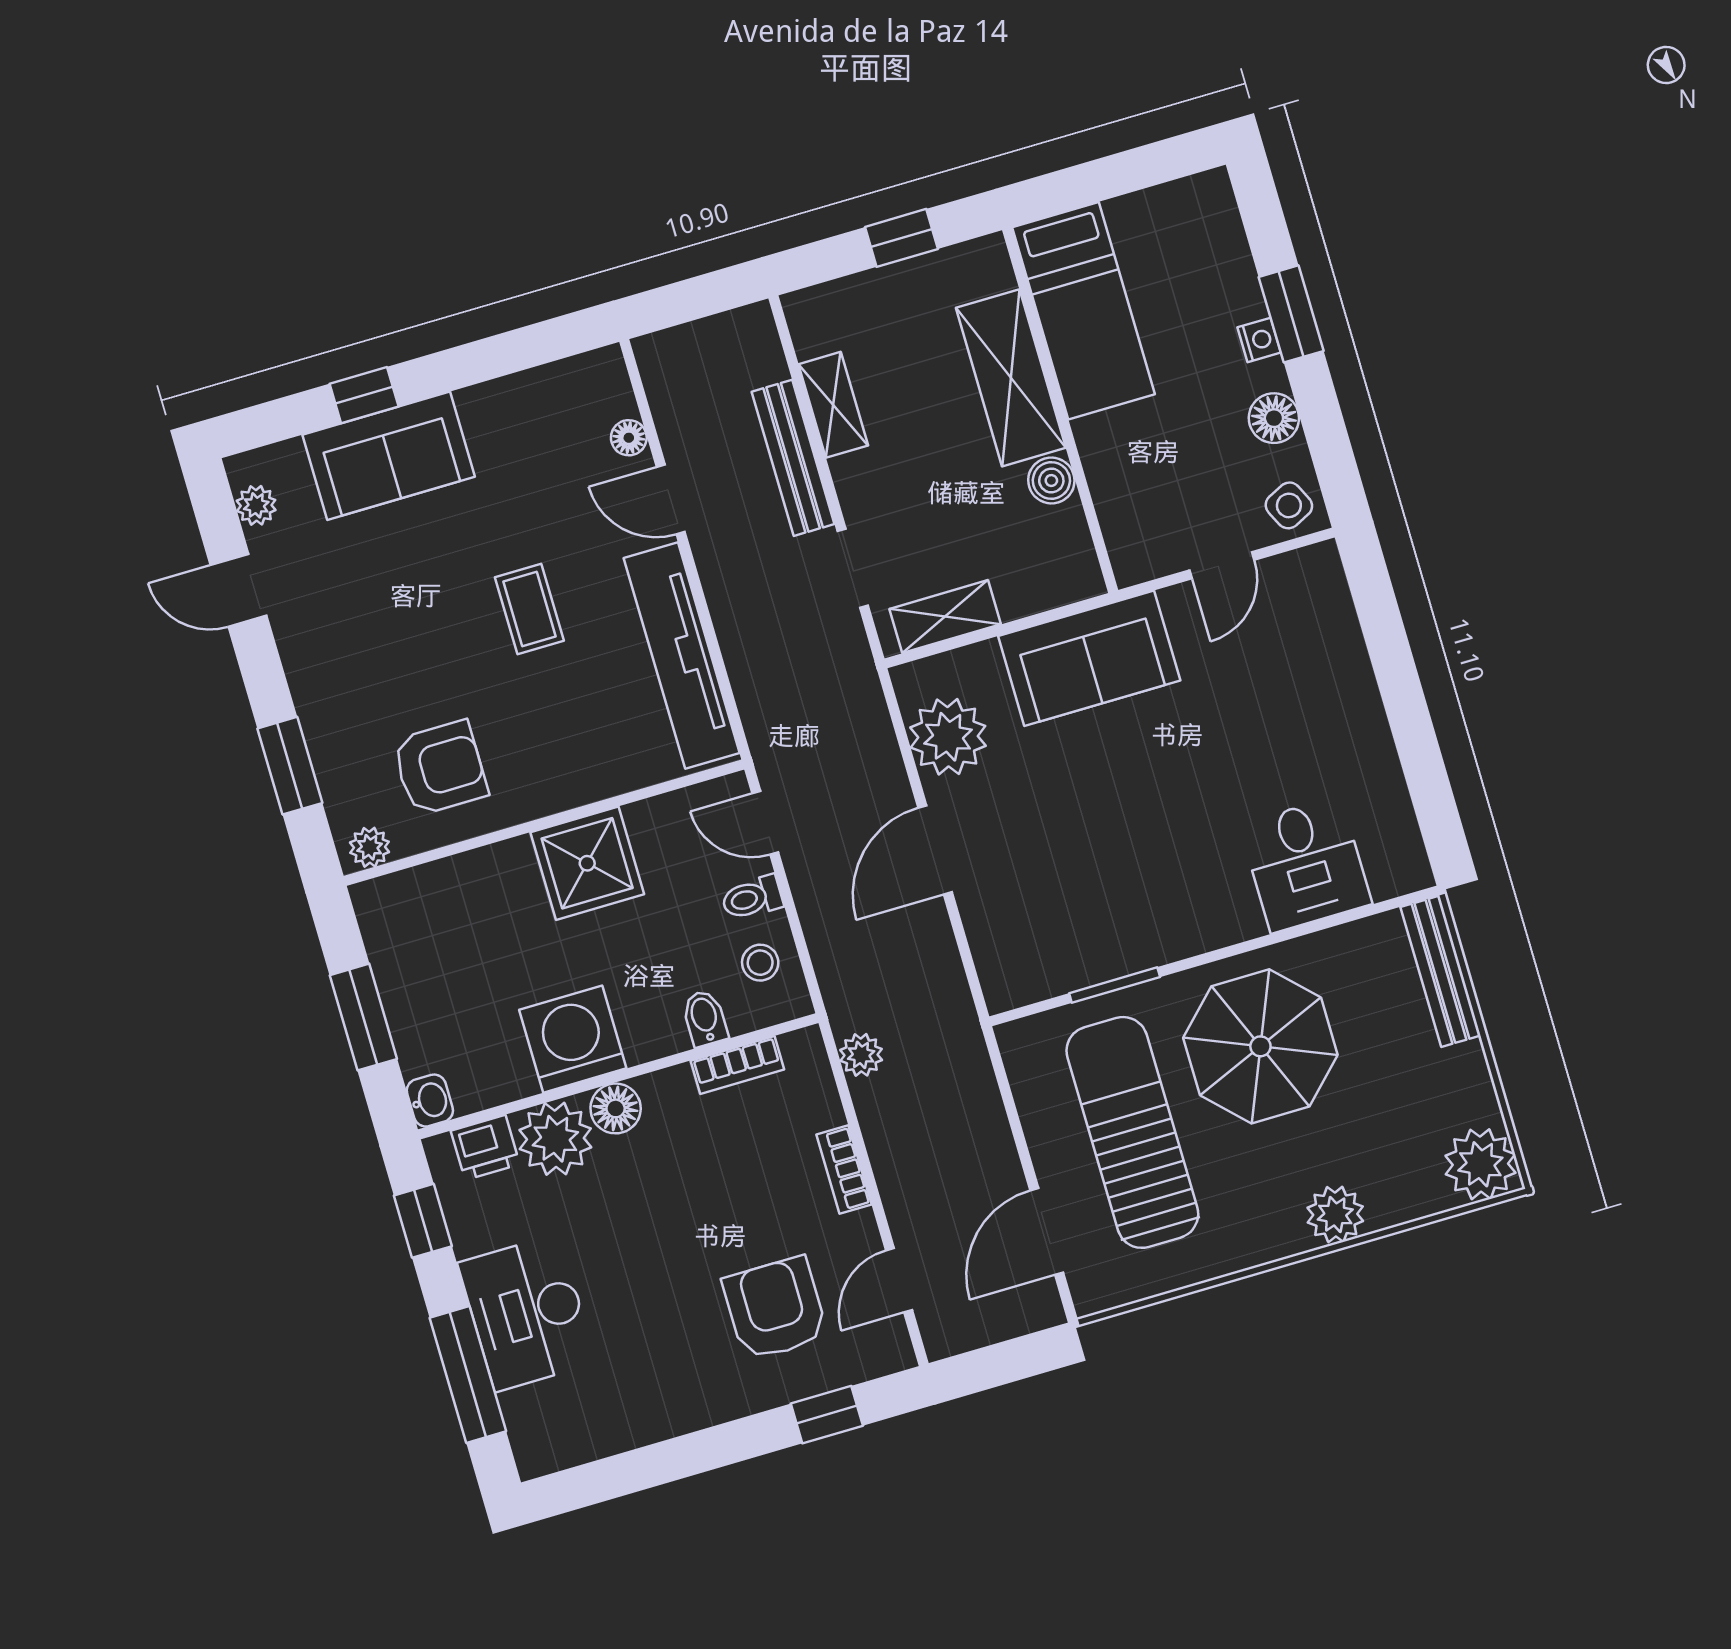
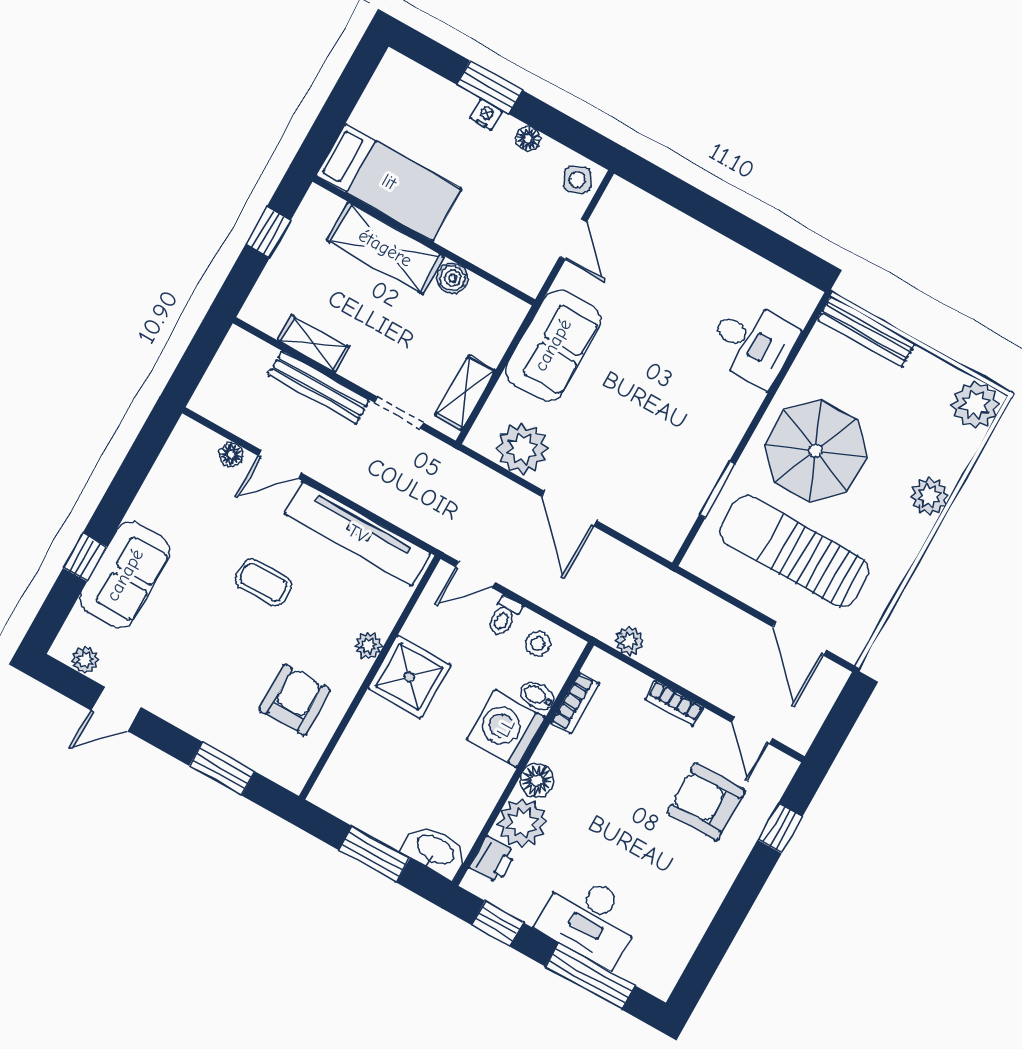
floor lamp: (1274, 418) -> (528, 139), width x0.73, depth x0.73
plant: (370, 847) -> (368, 646), moved
washing machine: (573, 1039) -> (506, 728), moved
washbasin: (430, 1101) -> (435, 851), width x1.91, depth x1.45

